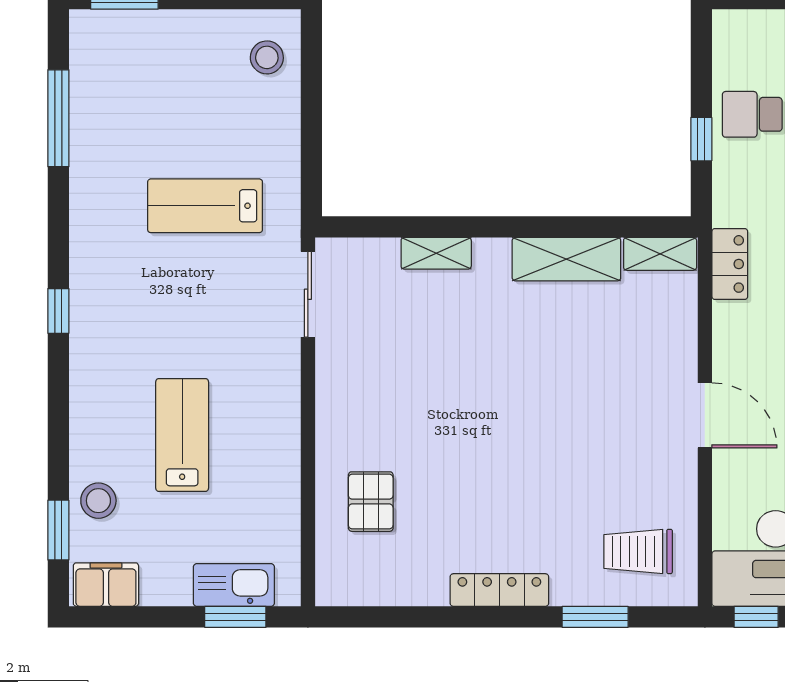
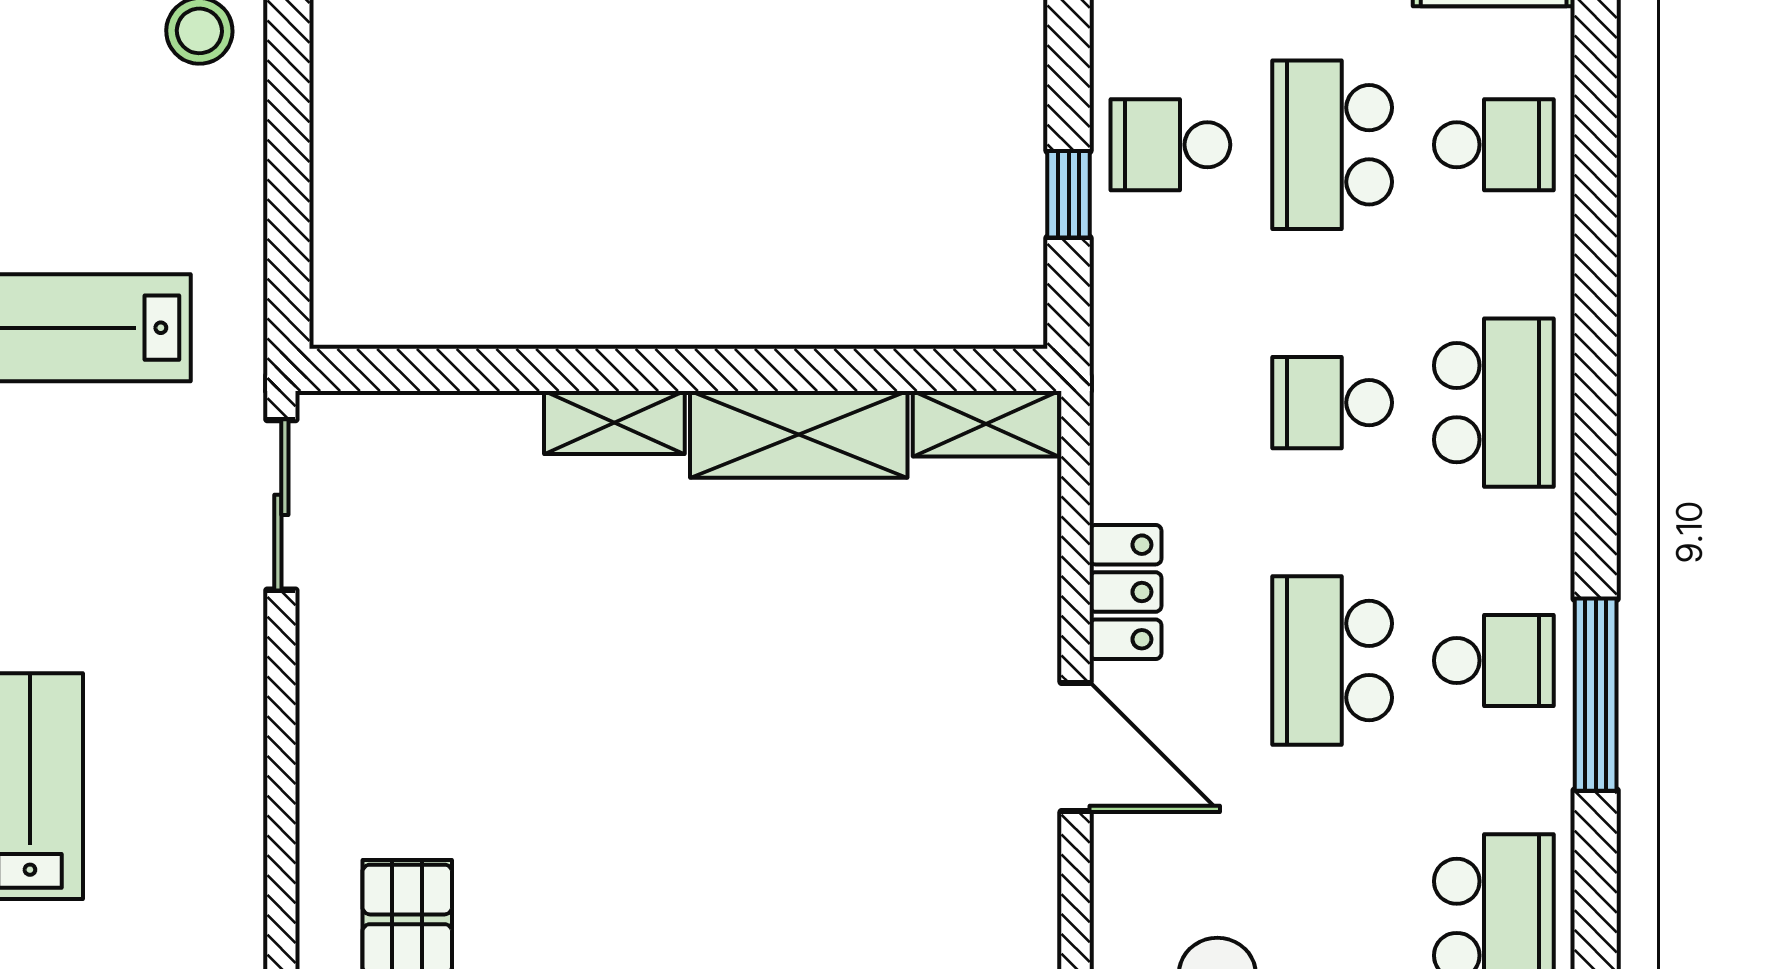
shelving: (436, 253) -> (614, 423), moved
locker: (730, 264) -> (1125, 592), moved

